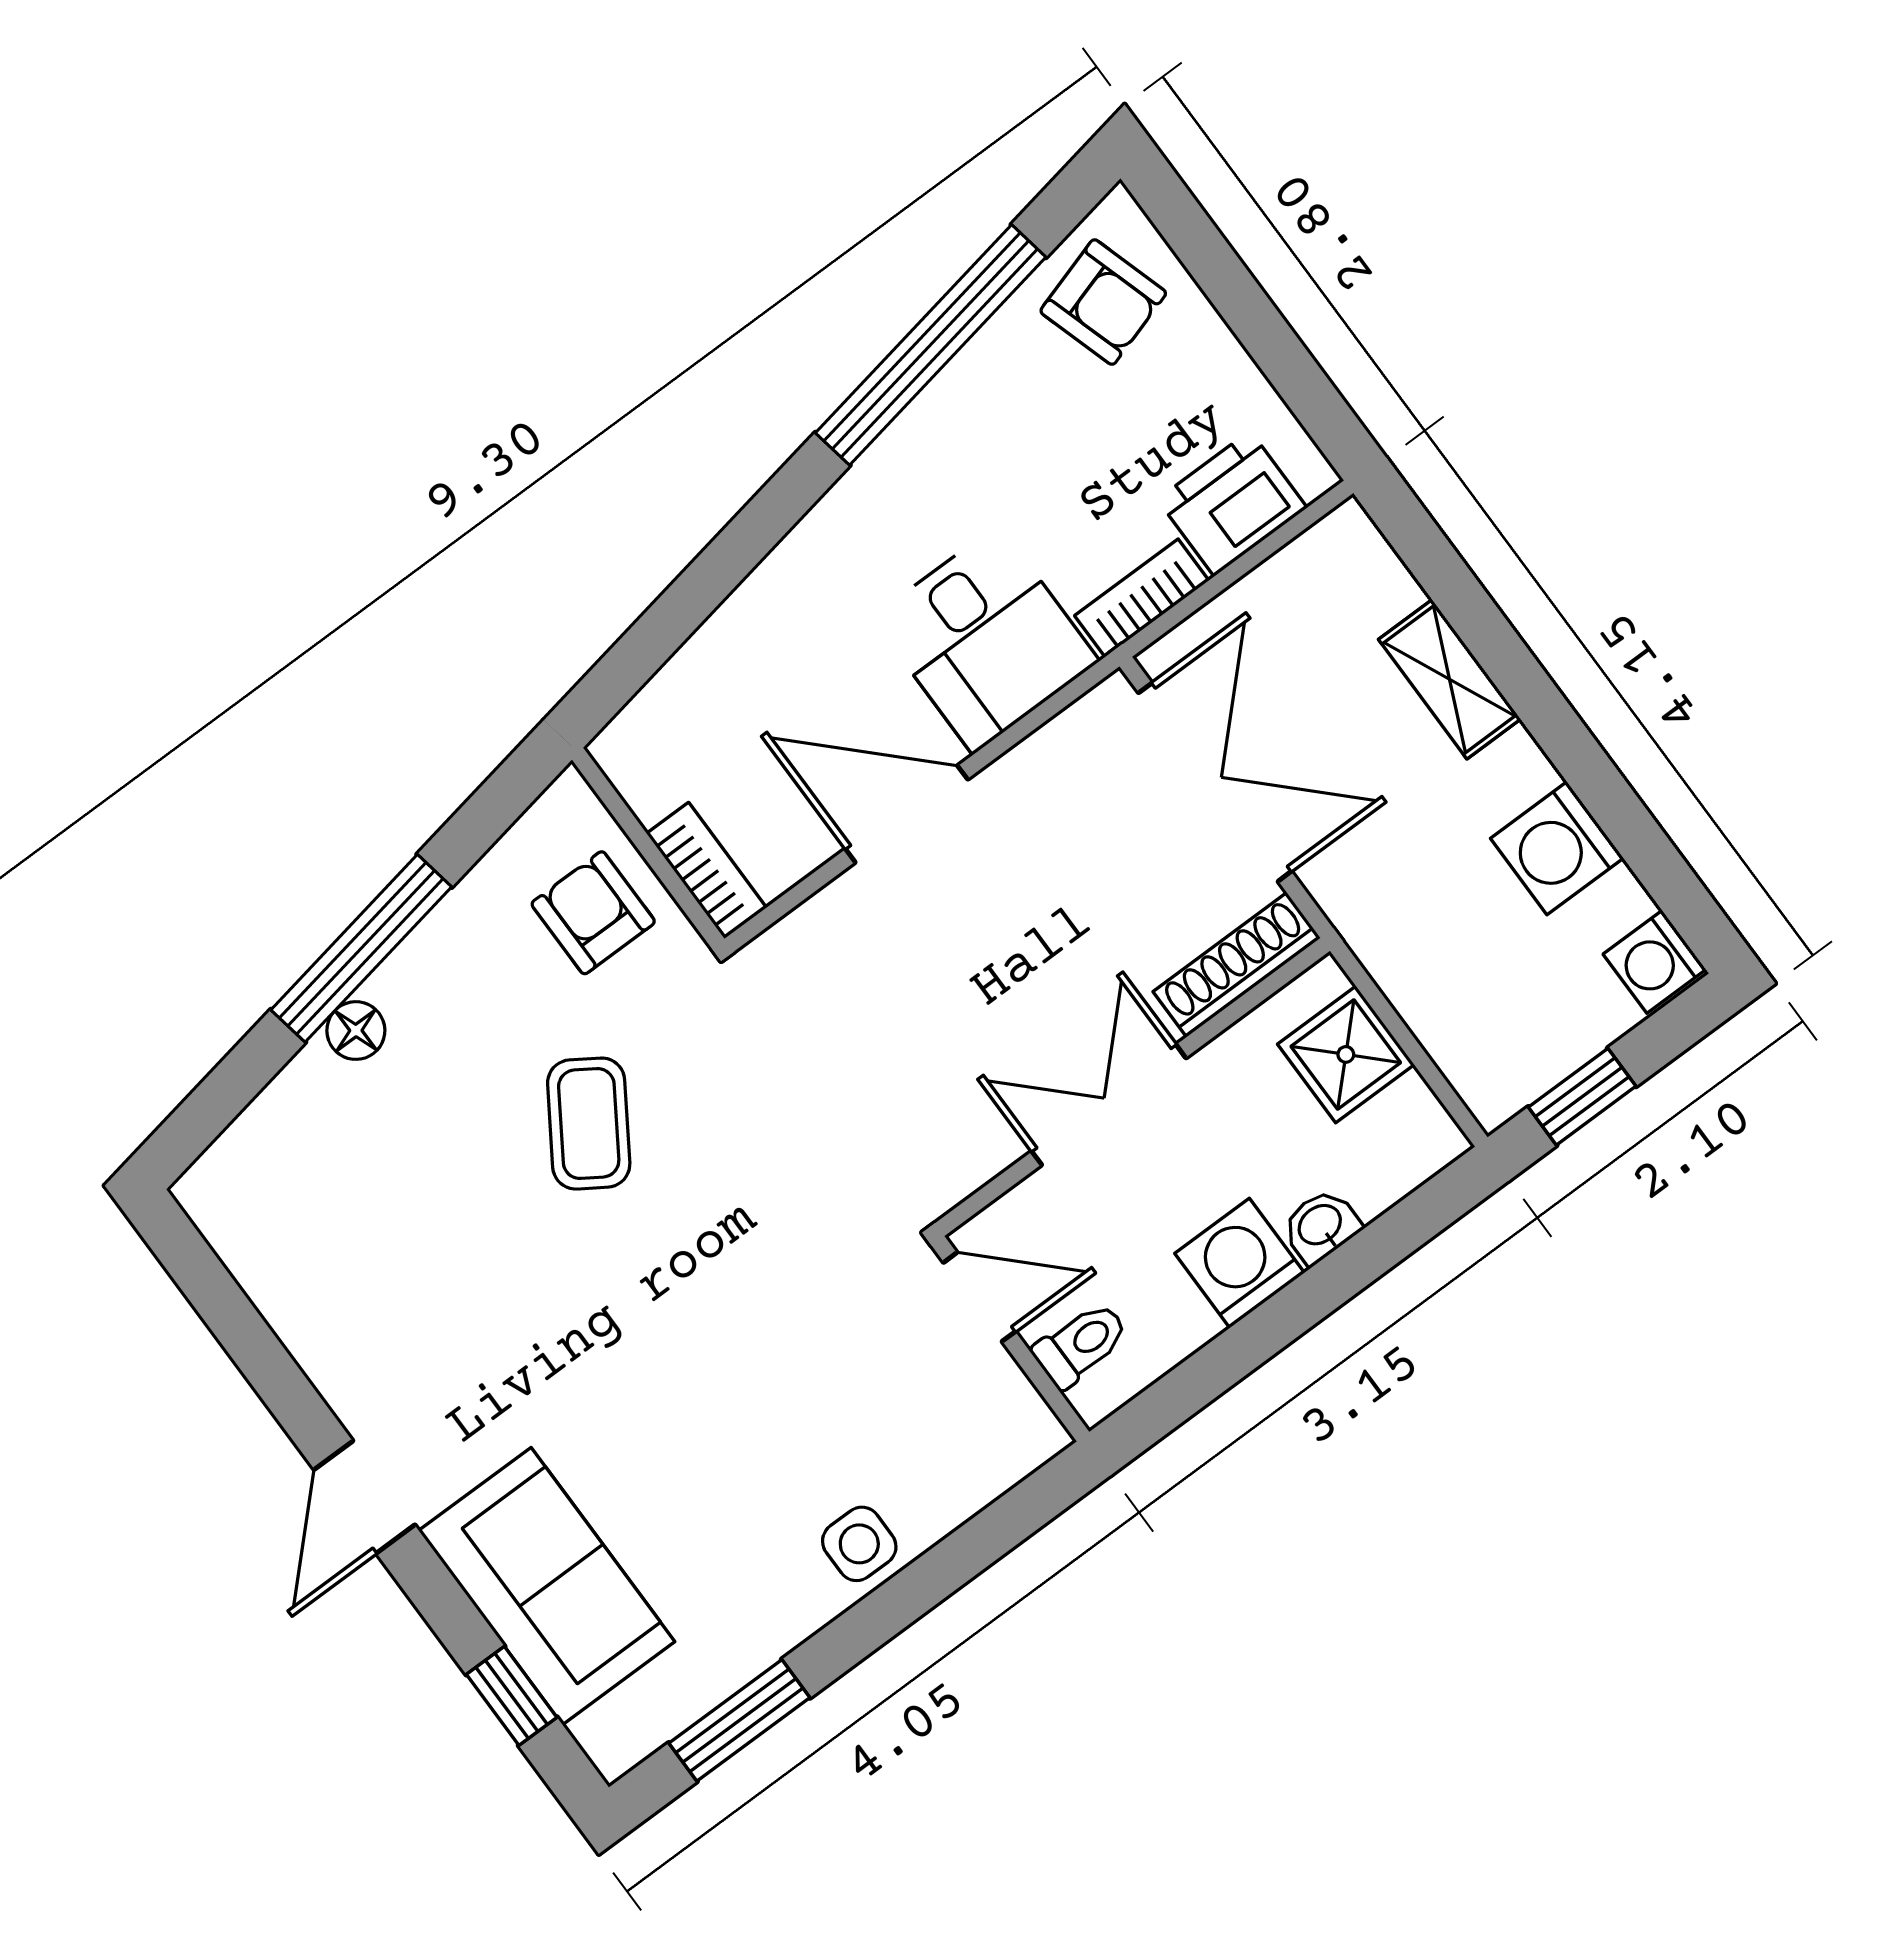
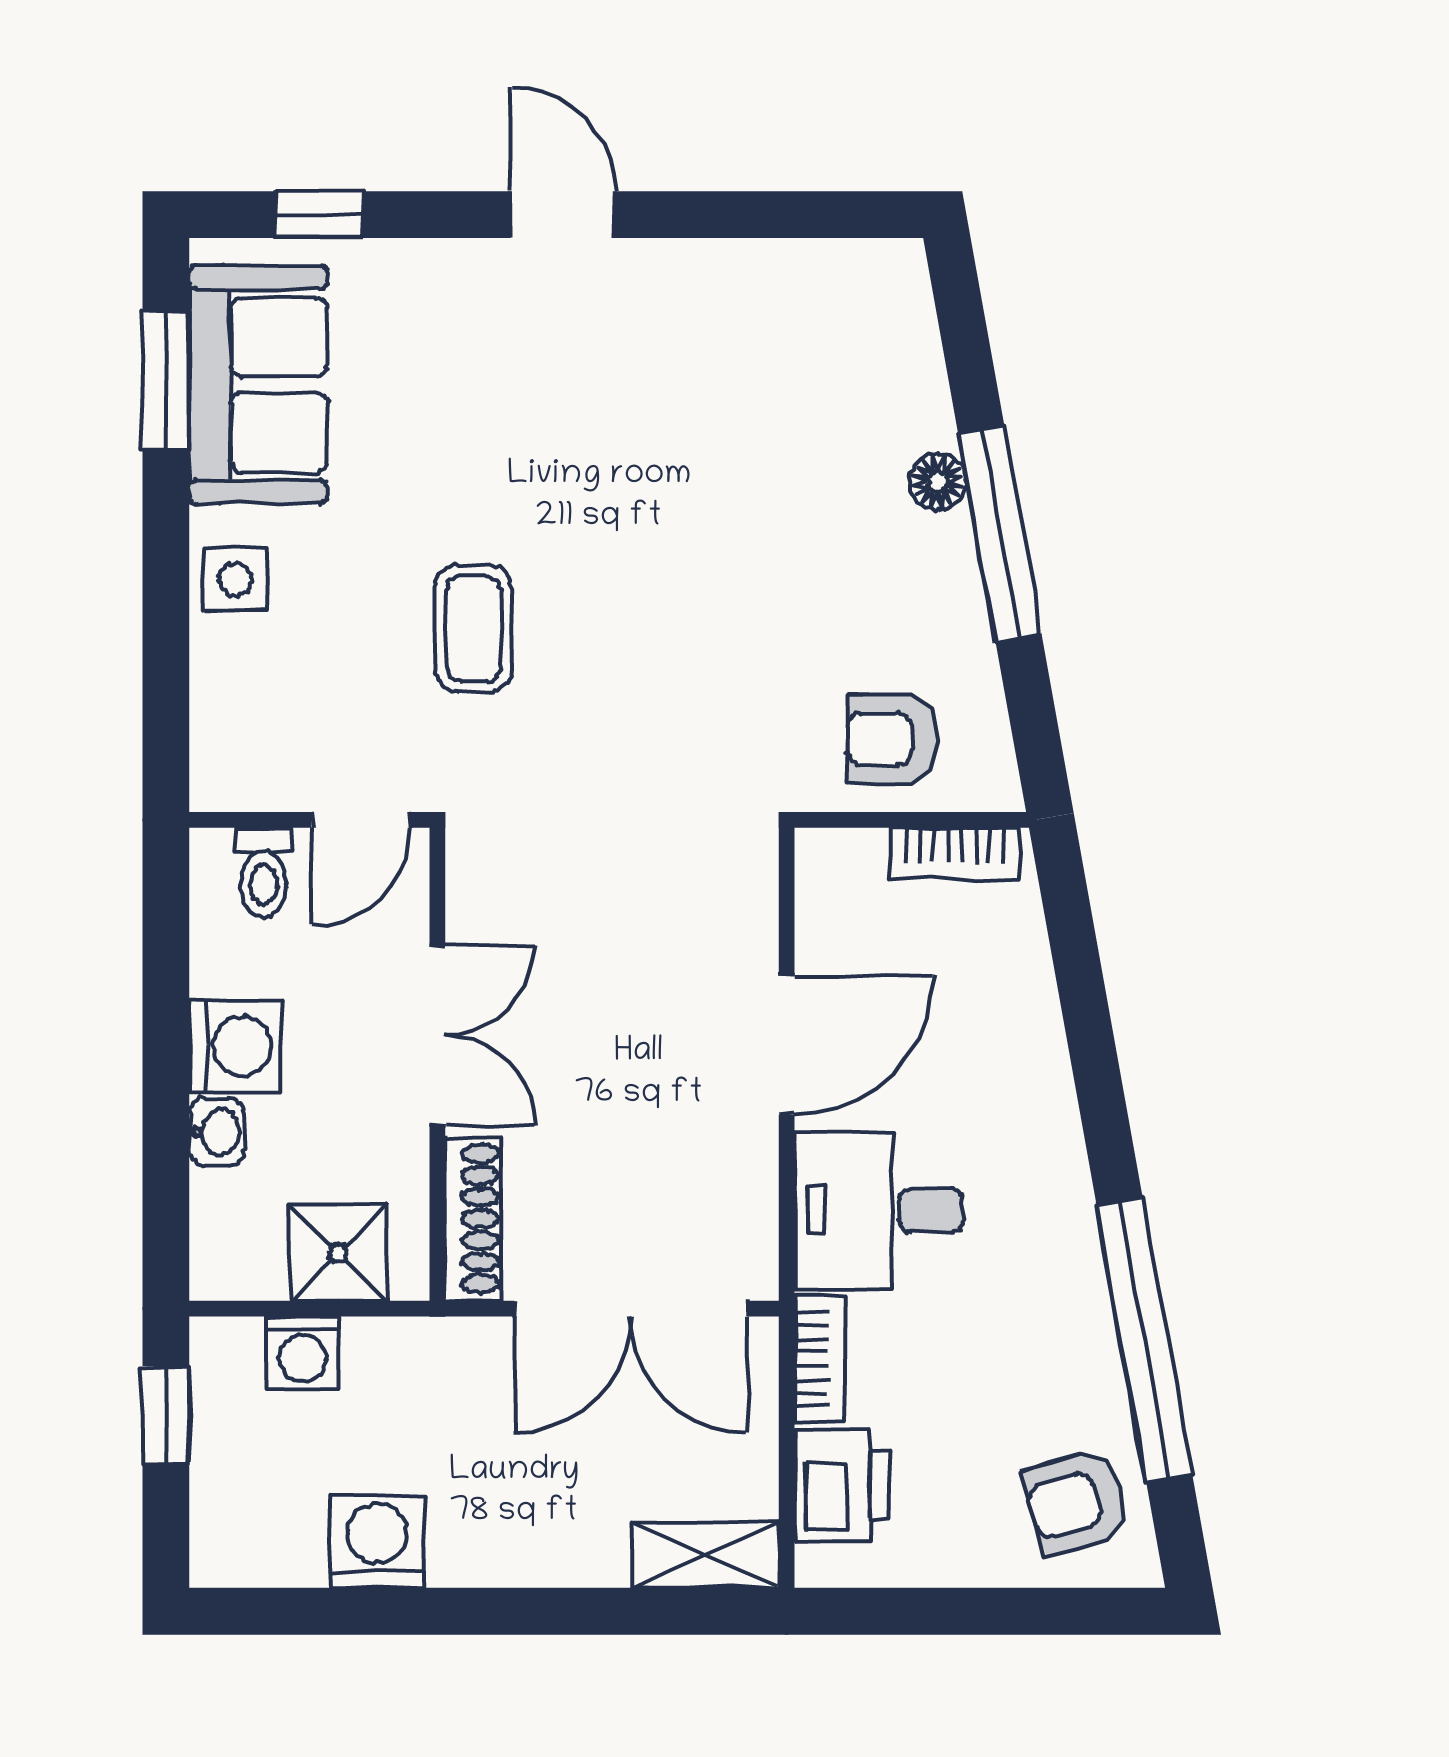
shelving: (1449, 679) -> (705, 1555), moved
bookcase: (706, 871) -> (955, 854), moved
armchair: (593, 913) -> (892, 739), turned 180
washing machine: (1654, 962) -> (302, 1353), moved, turned 180
coffee table: (589, 1124) -> (473, 628), moved, turned 57
sofa: (547, 1586) -> (258, 385), moved, turned -90

